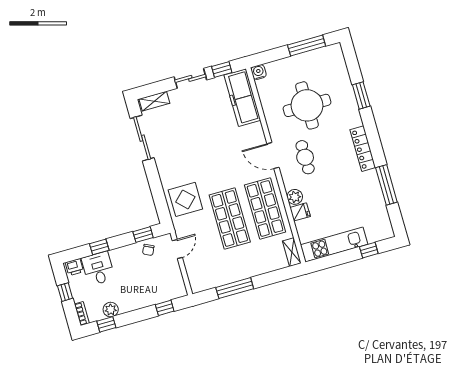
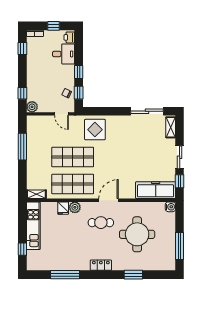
locker: (363, 149) -> (101, 265), width x0.66
window: (99, 247) -> (79, 72), moved
plant: (111, 310) -> (32, 107), moved

